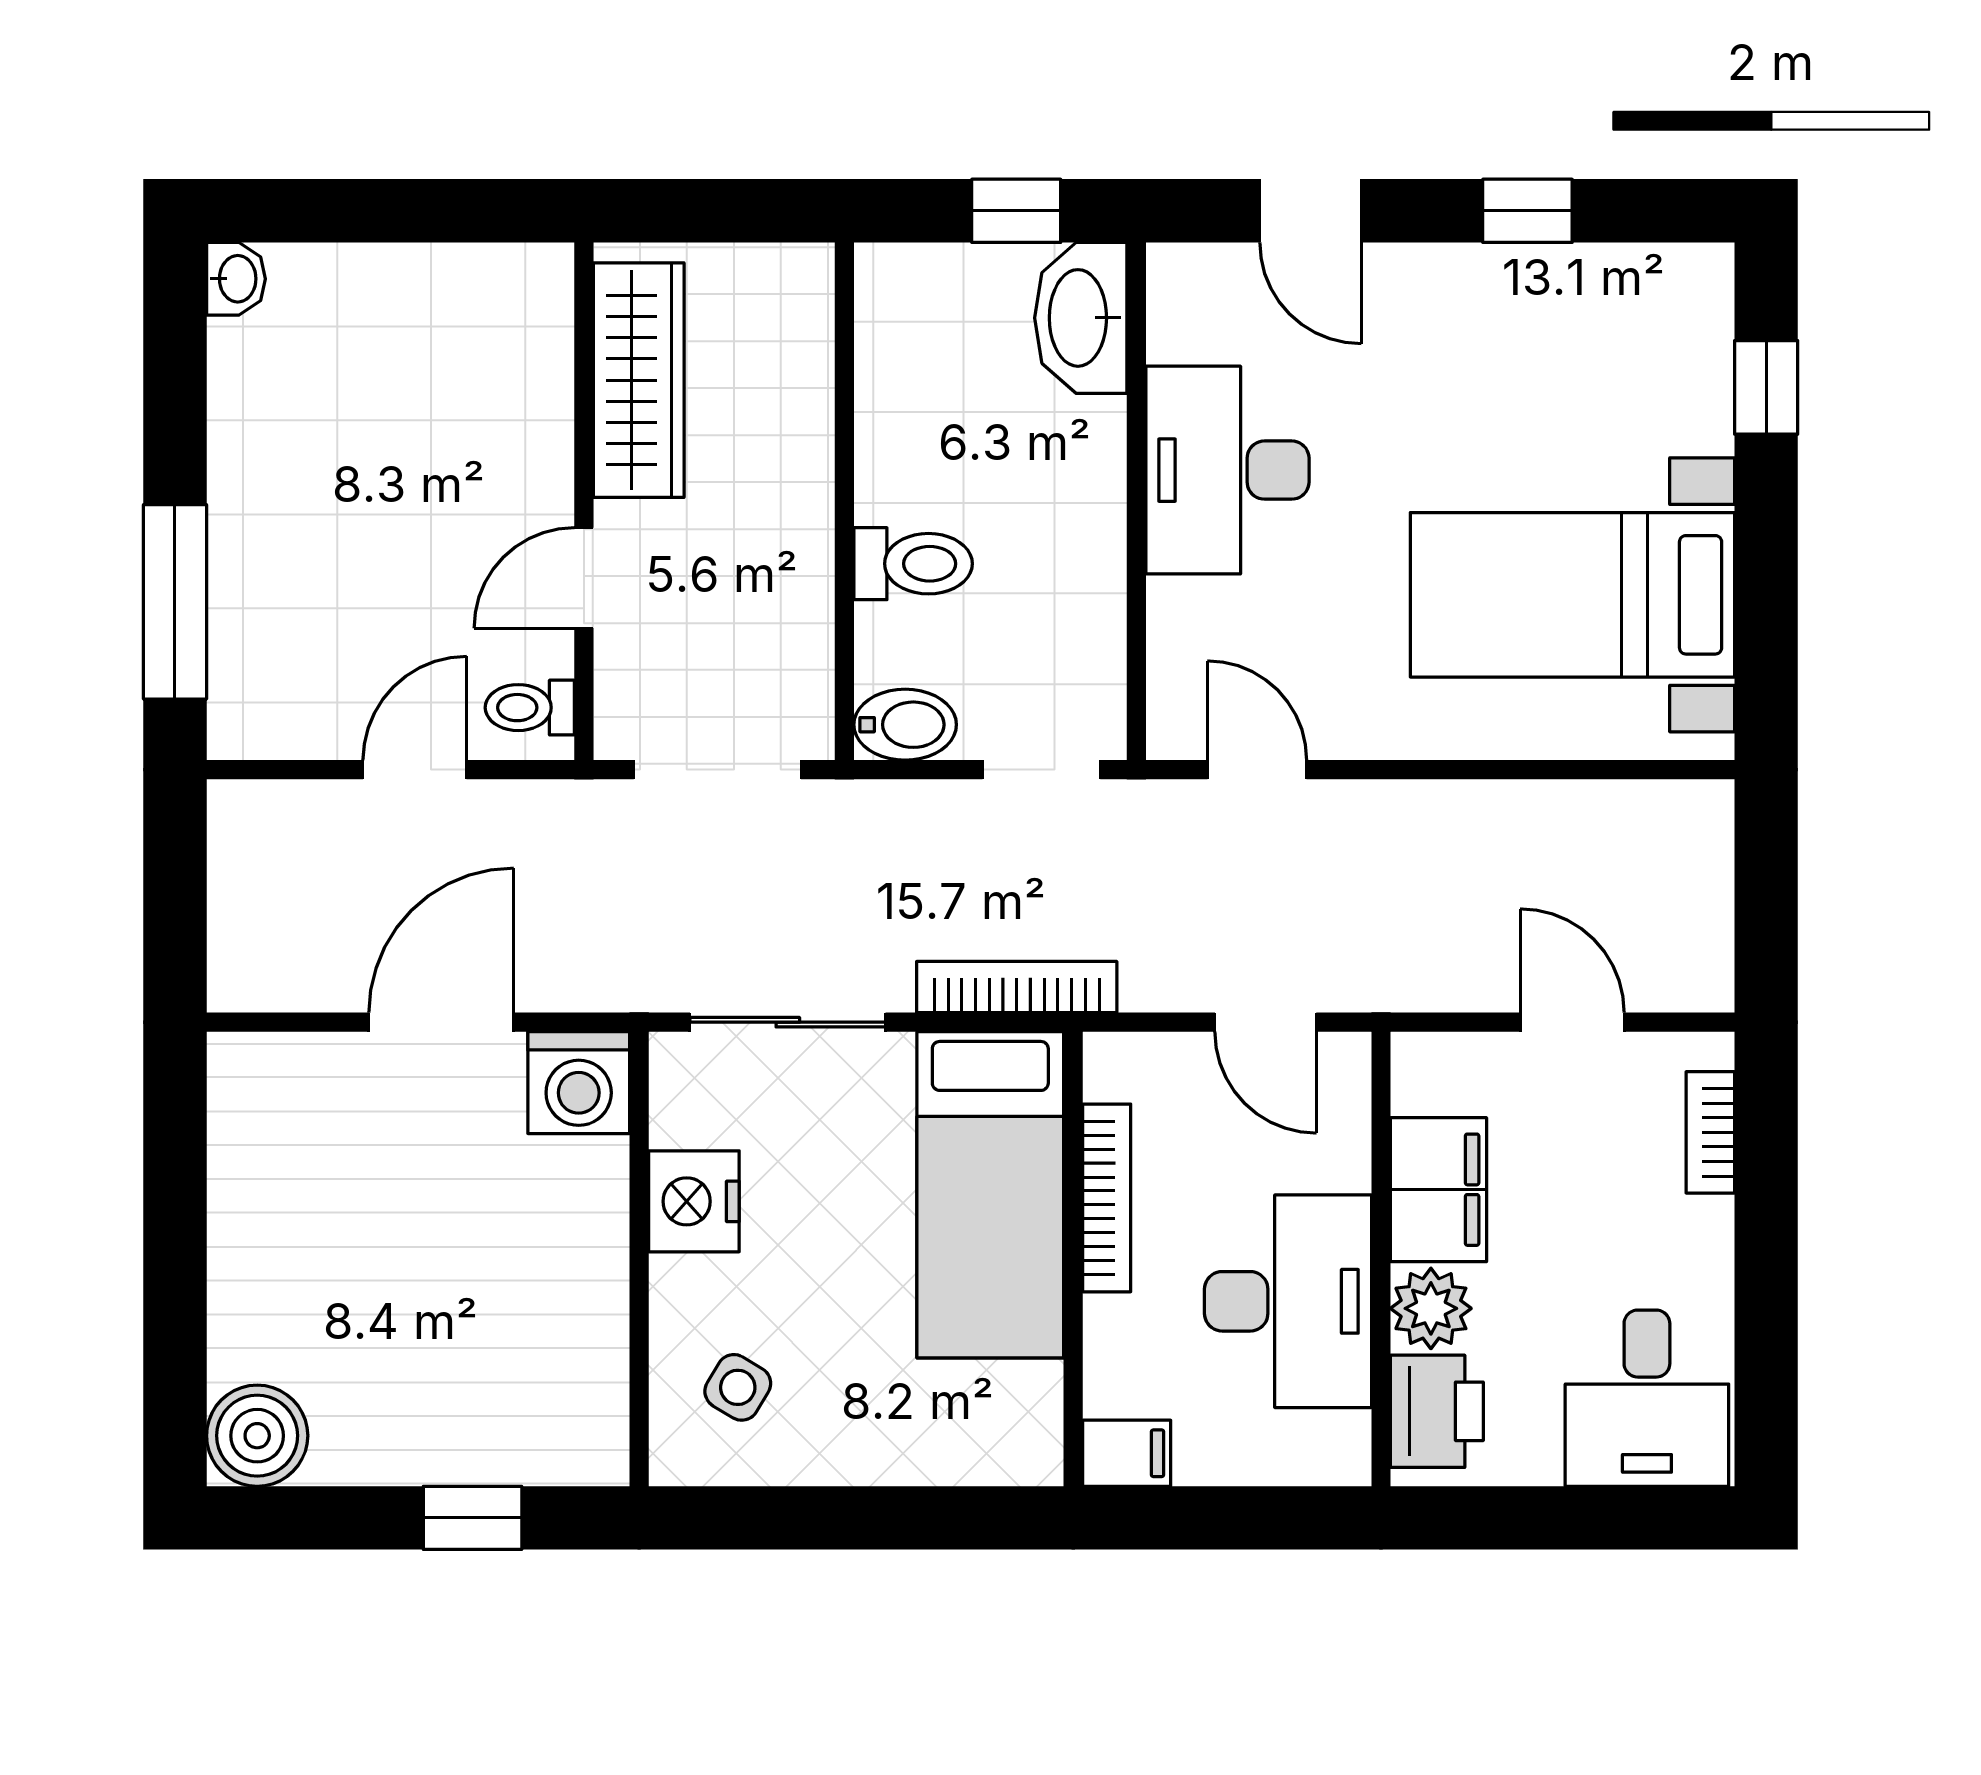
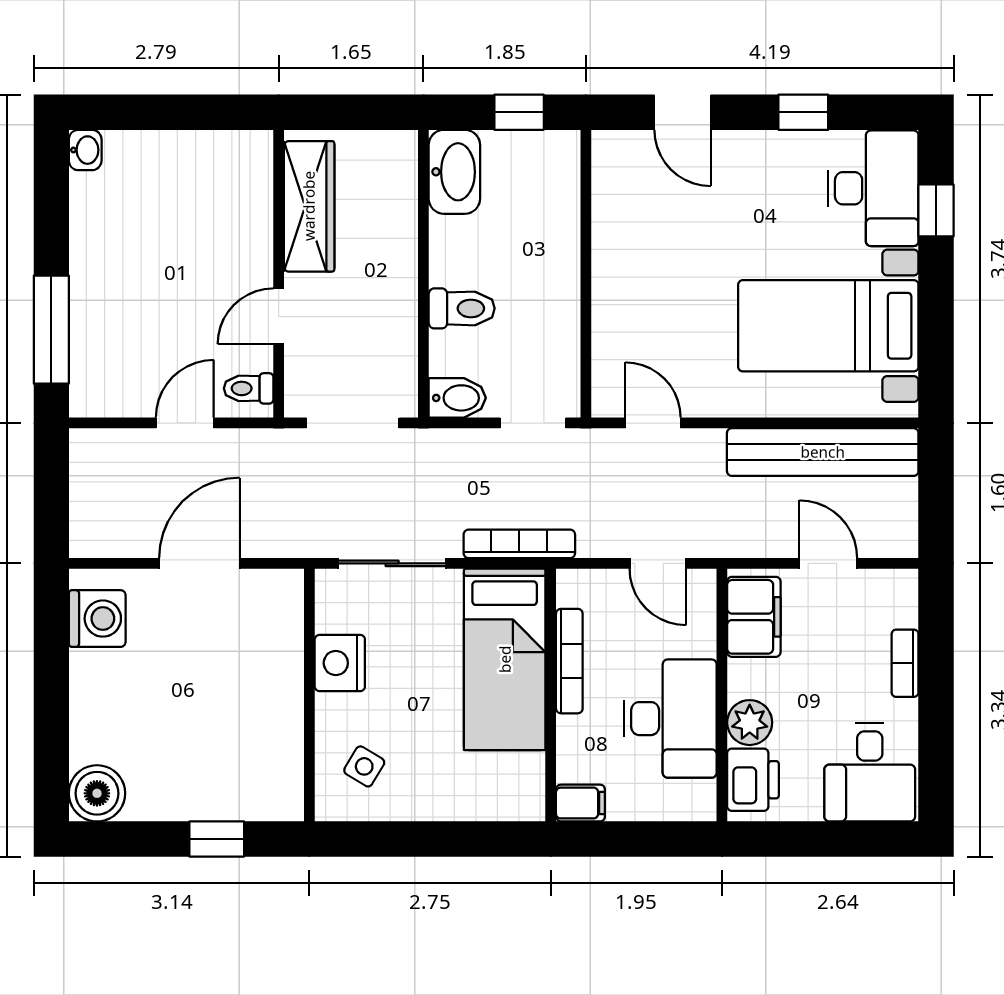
washbasin: (1081, 318) -> (454, 172), moved, turned 180
desk: (1227, 470) -> (873, 188), moved, turned 180
bench: (1562, 822) -> (823, 452), added
washing machine: (579, 1083) -> (97, 619), moved, turned -90
bookcase: (1710, 1132) -> (905, 663), moved
filing cabinet: (1438, 1190) -> (754, 617), moved

